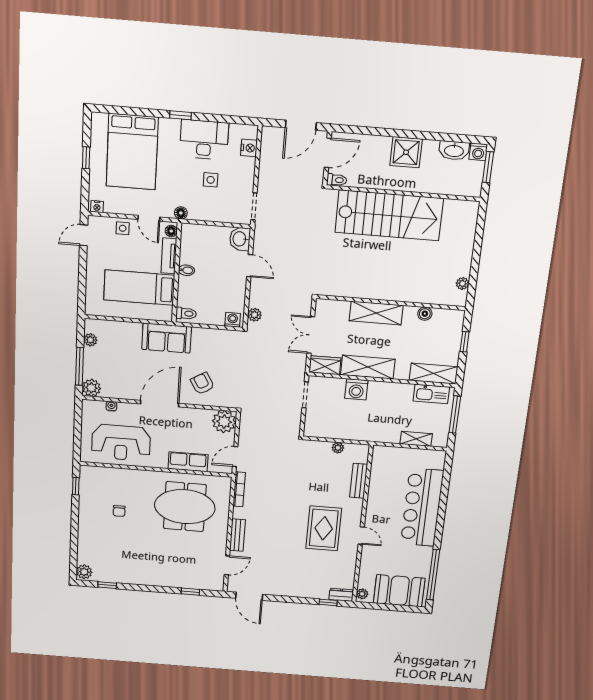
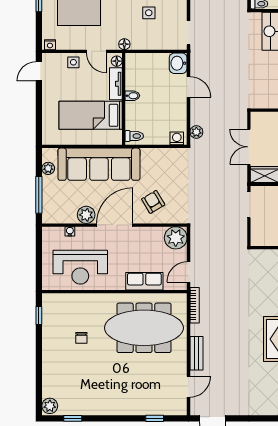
sofa: (167, 338) -> (99, 164), width x1.85, depth x1.27
plant: (91, 388) -> (86, 215), moved
meeting table: (185, 507) -> (144, 328), width x1.36

